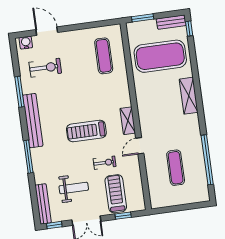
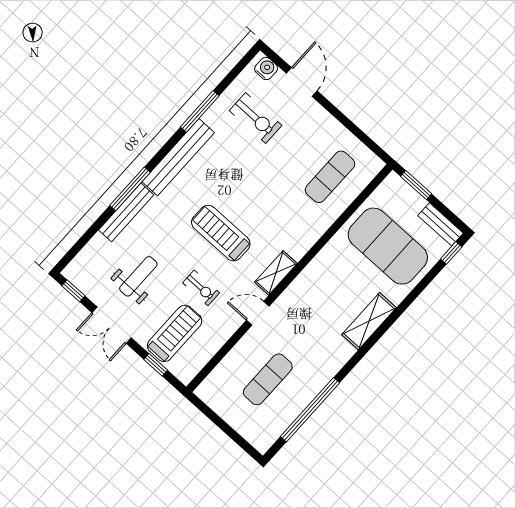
weight bench: (74, 188) -> (138, 276), turned -90
bench: (43, 204) -> (126, 212), moved

